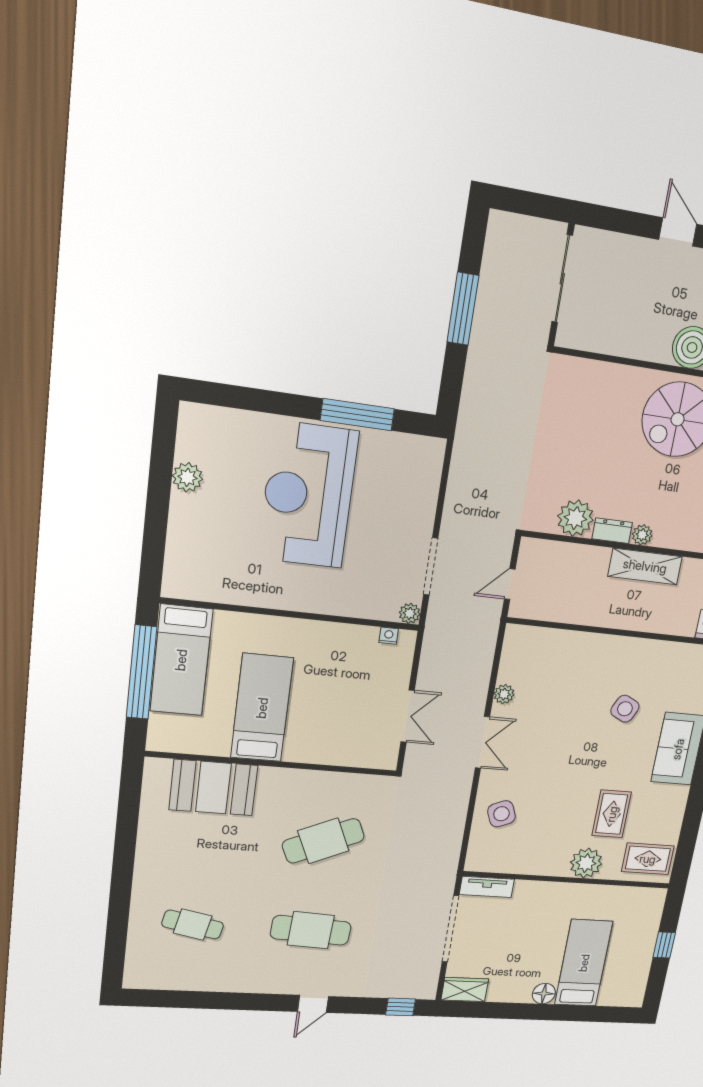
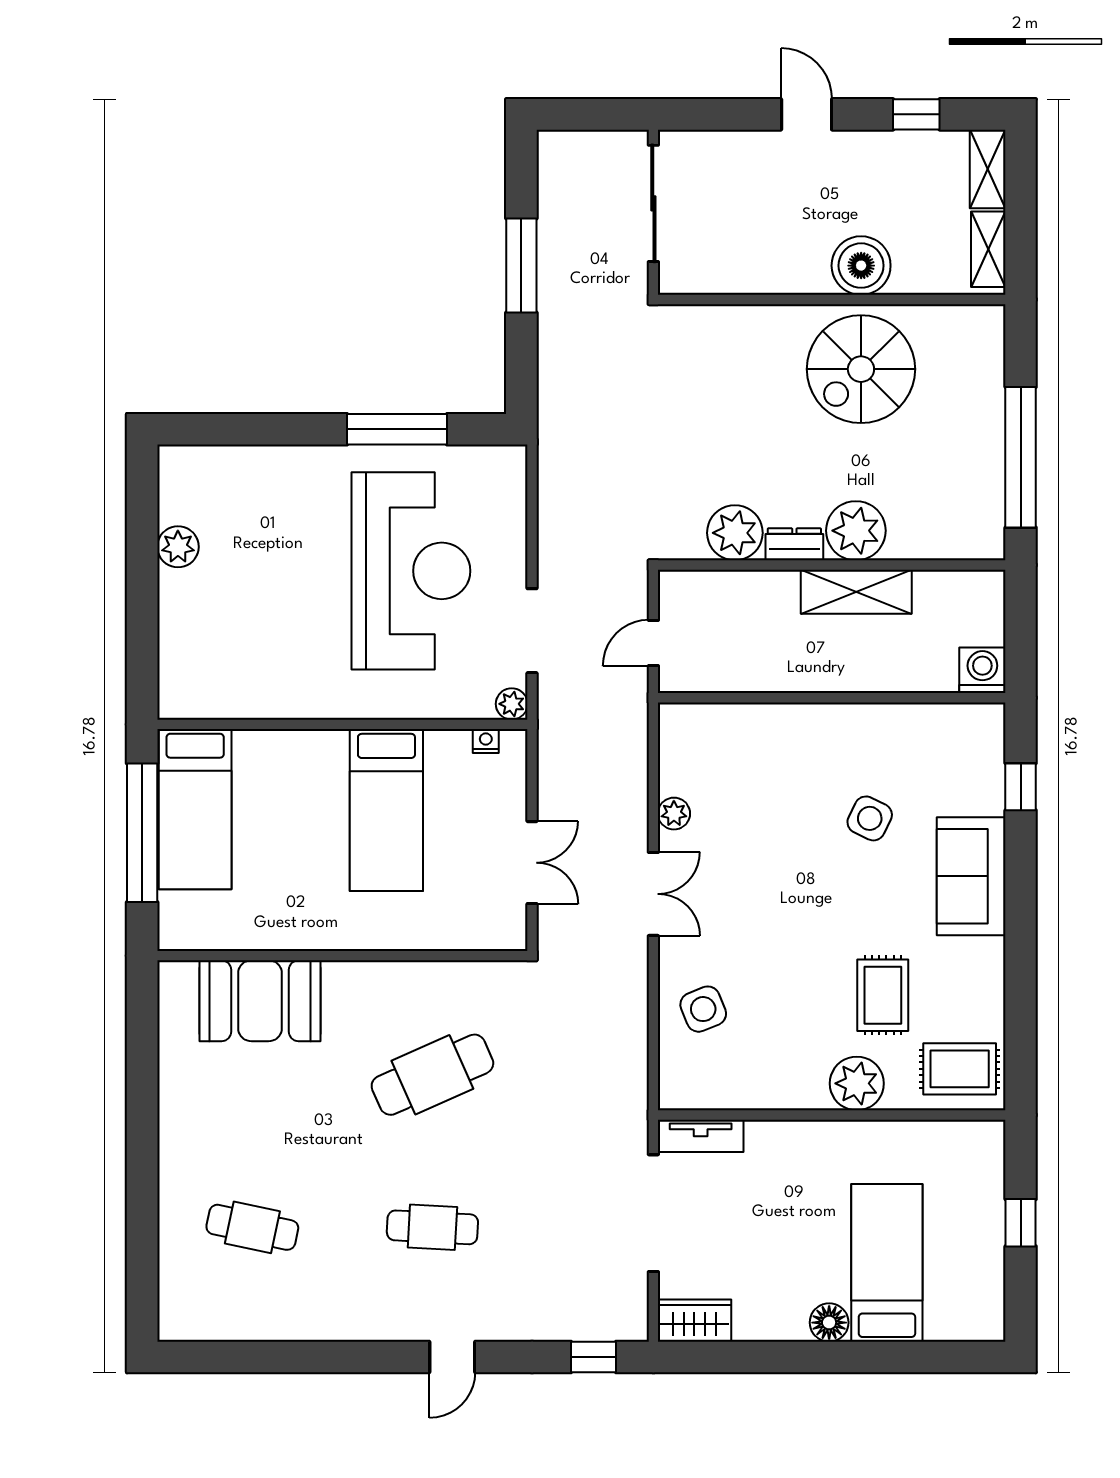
reception desk: (308, 495) -> (411, 571), moved, turned 180
plant: (642, 535) -> (856, 531), width x1.88, depth x1.88
bed: (262, 708) -> (386, 810), moved, turned 180
cafe table: (311, 930) -> (432, 1227), width x0.73, depth x0.74

